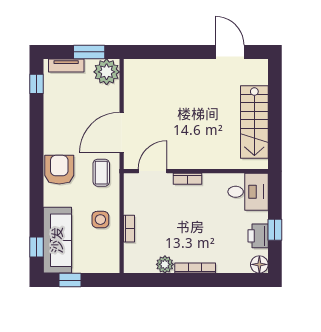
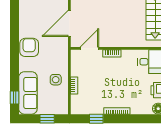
coffee table: (101, 173) -> (56, 49), removed
plant: (165, 264) -> (97, 109), removed
window: (70, 280) -> (47, 119), moved
window: (163, 280) -> (96, 119), added

